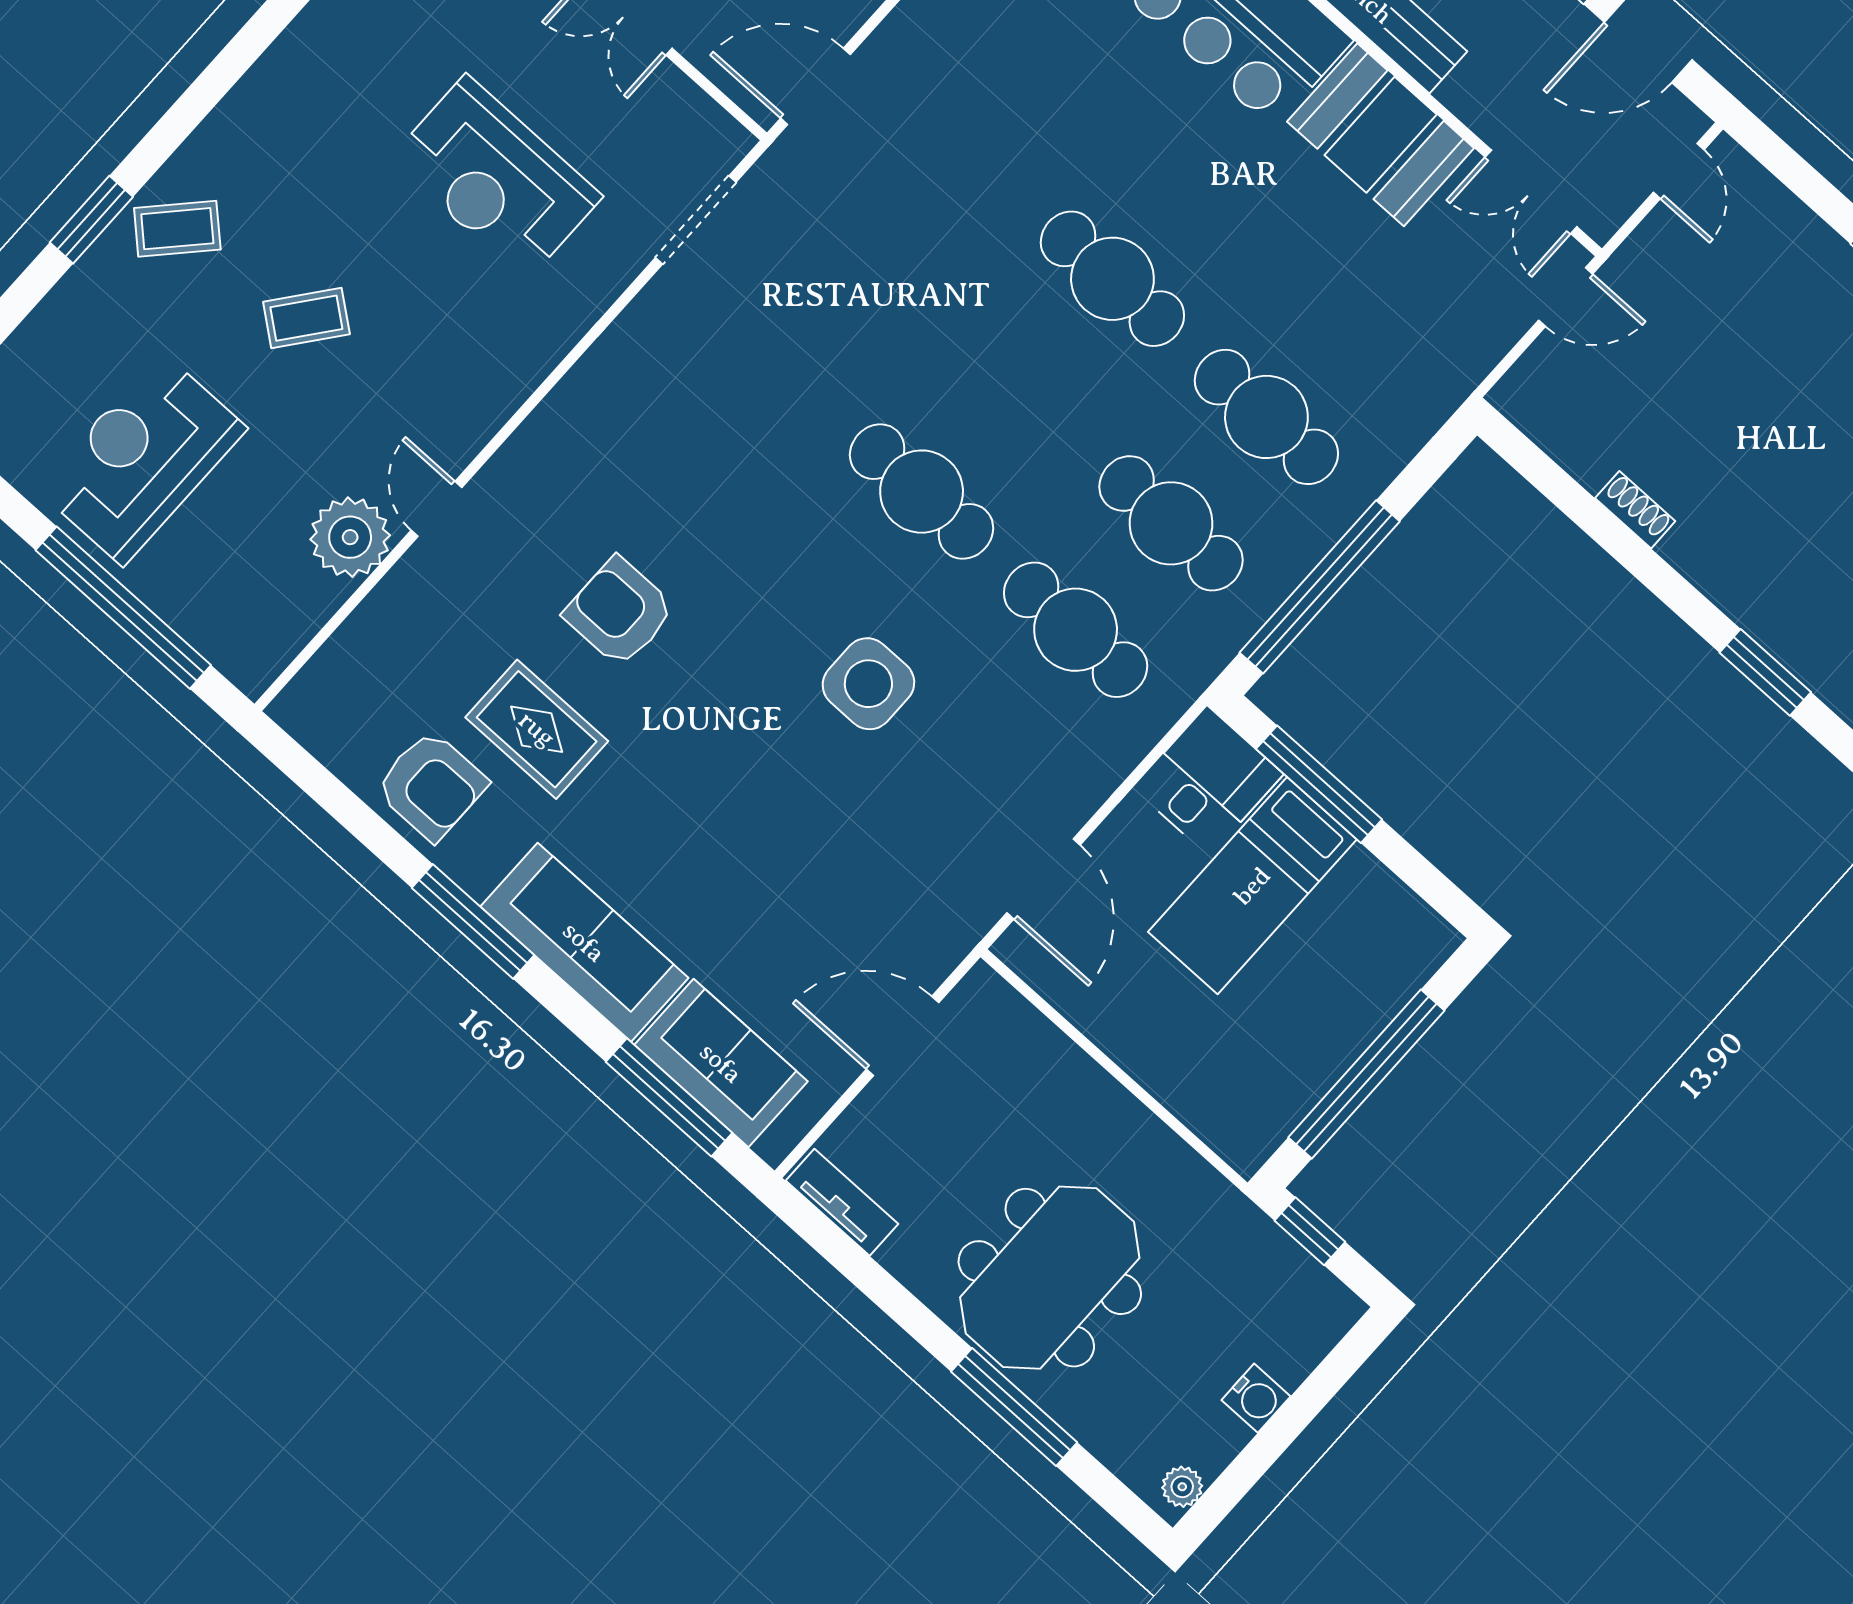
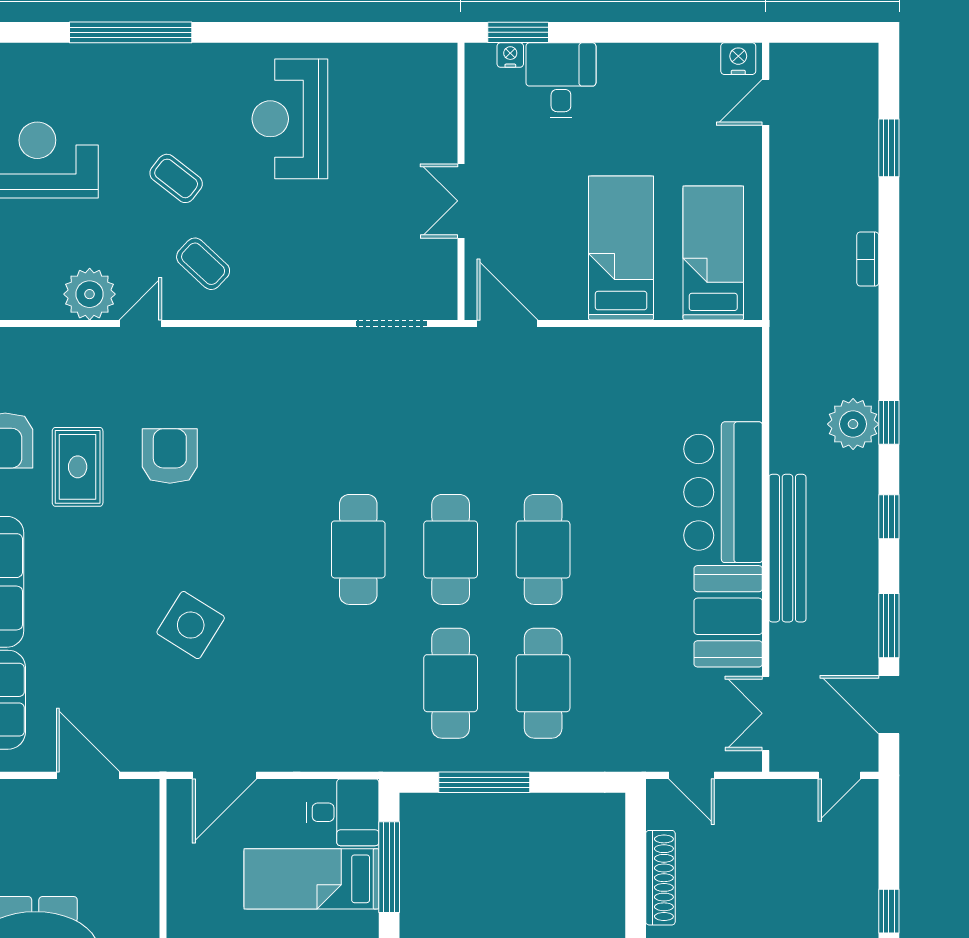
reception desk: (496, 178) -> (290, 119), moved
window: (91, 220) -> (131, 32), width x2.11
coffee table: (177, 229) -> (203, 264), moved
door: (1566, 297) -> (691, 775), moved
shoe rack: (1635, 510) -> (660, 878), width x1.94, depth x1.24
window: (1320, 587) -> (484, 782), width x0.68
cafe table: (1076, 630) -> (451, 549), moved
side table: (868, 684) -> (191, 625), moved, turned 32

